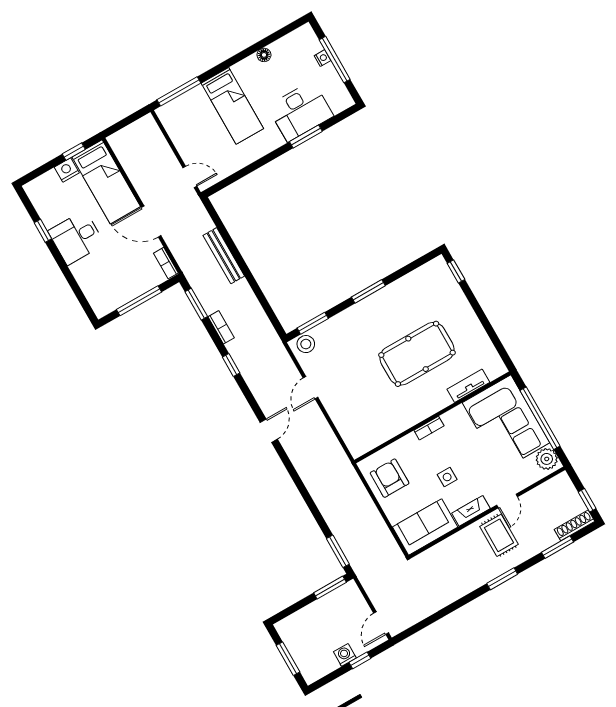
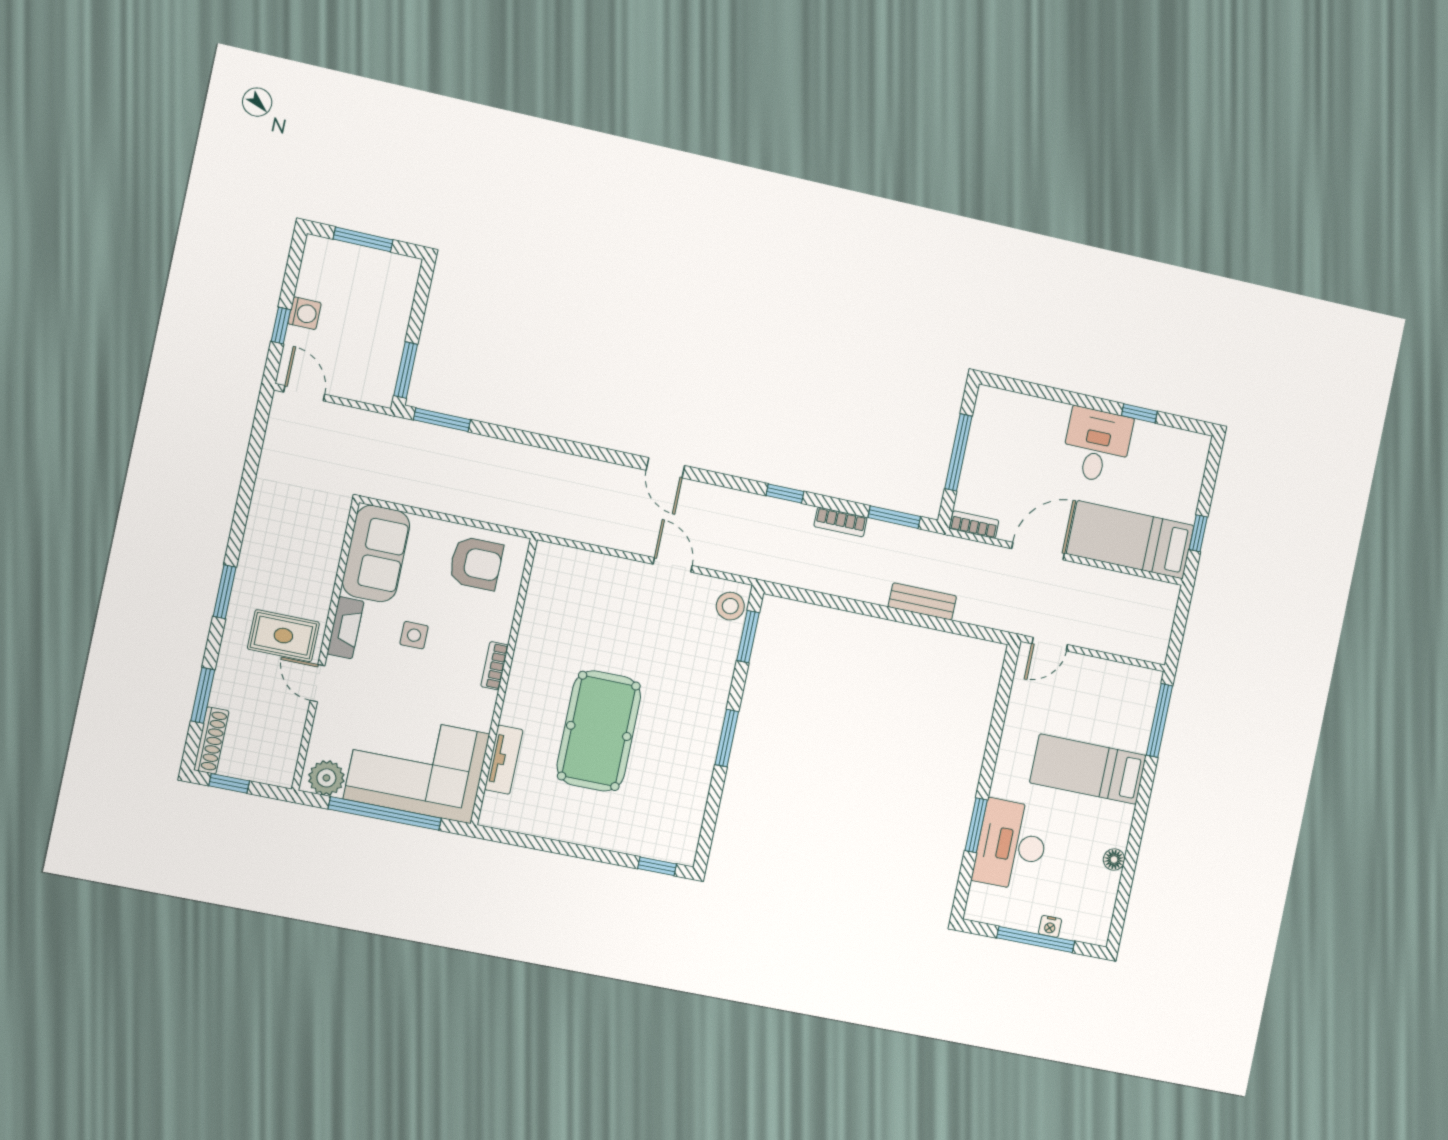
nightstand: (67, 170) -> (1184, 506), removed
bench: (224, 256) -> (922, 601), width x0.73

